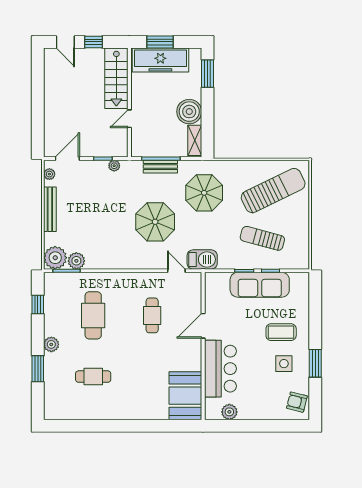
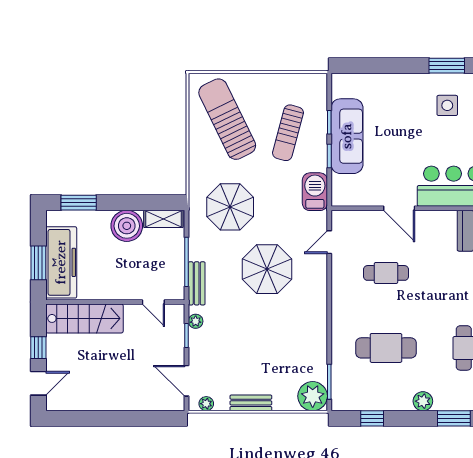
door: (129, 119) -> (153, 302), moved
bench: (160, 167) -> (197, 283), moved
bench: (50, 209) -> (251, 403), width x0.73
barbecue: (202, 259) -> (315, 192), moved
plant: (76, 261) -> (317, 369), removed
coffee table: (281, 332) -> (407, 109), removed

